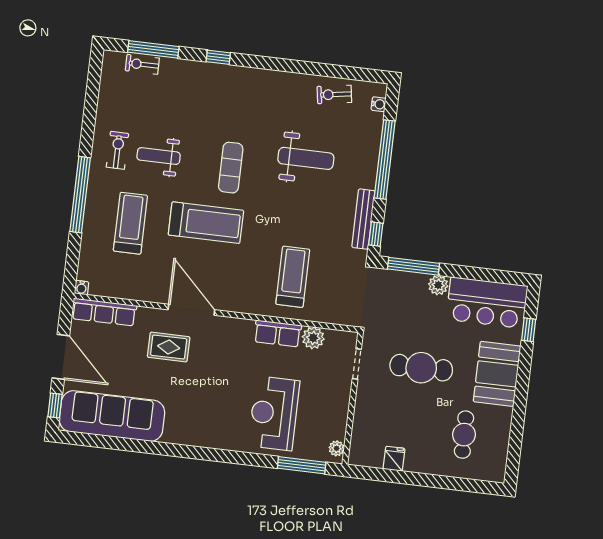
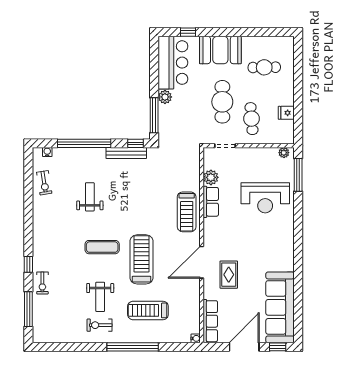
exercise bike: (142, 64) -> (42, 283), moved
weight bench: (306, 158) -> (90, 197), width x0.73, depth x0.75
treadmill: (293, 277) -> (187, 212), moved, turned -90
cafe table: (392, 407) -> (252, 119), added

